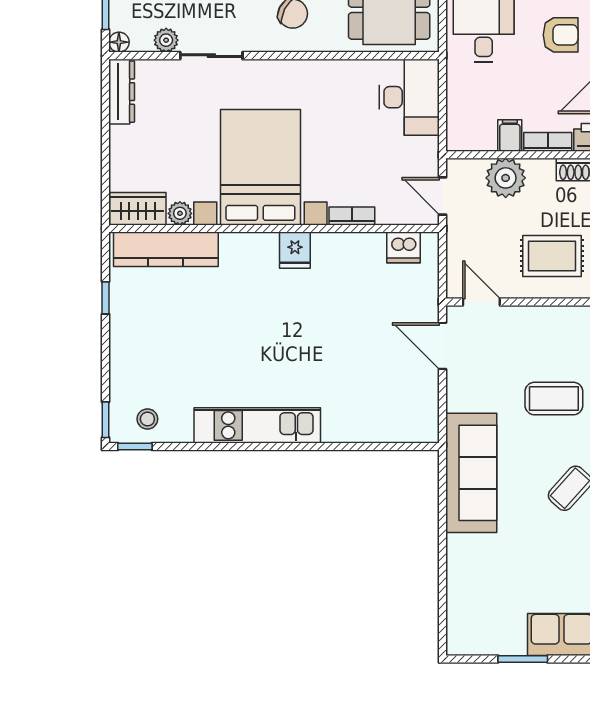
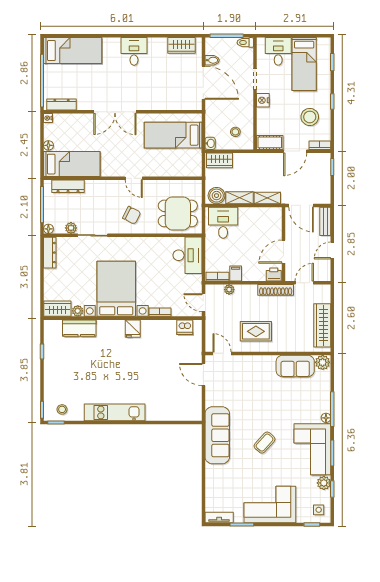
armchair: (561, 35) -> (260, 225), removed
bookcase: (548, 142) -> (217, 277), moved
plant: (506, 178) -> (229, 290), width x0.53, depth x0.53
kitchen counter: (166, 249) -> (79, 328), width x0.67
coffee table: (554, 399) -> (257, 400), removed
tv unit: (475, 644) -> (219, 517), added

